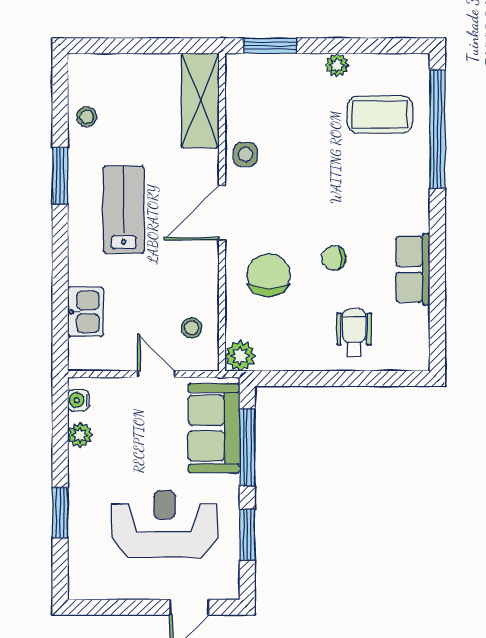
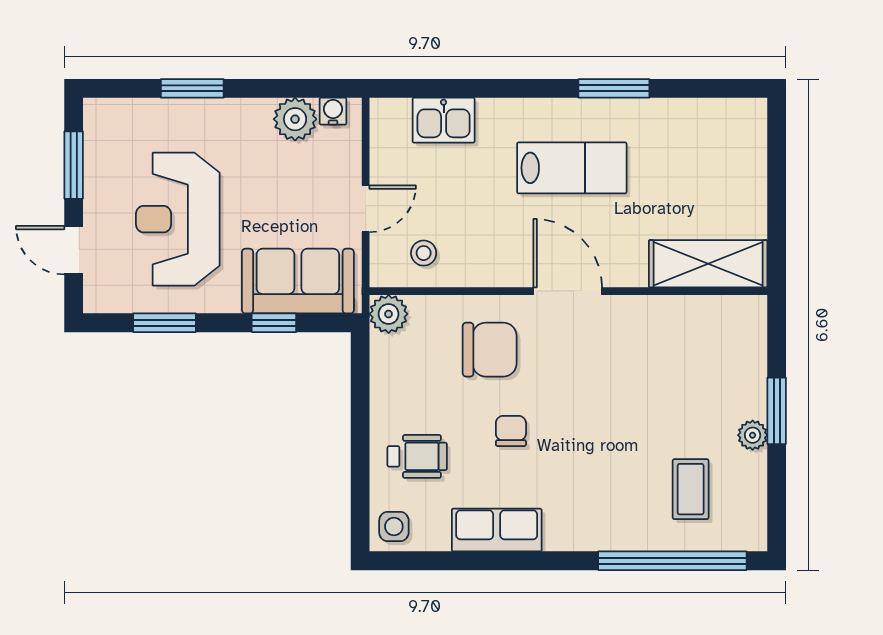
window: (270, 46) -> (777, 411), moved
coffee table: (380, 115) -> (691, 489), width x0.73, depth x0.77
stool: (87, 117) -> (688, 122), removed
side table: (245, 154) -> (394, 527), moved
plant: (80, 435) -> (295, 119), width x1.38, depth x1.38
window: (247, 447) -> (274, 323), width x0.46
reception desk: (164, 524) -> (178, 219), turned 180
window: (121, 607) -> (74, 165), added

